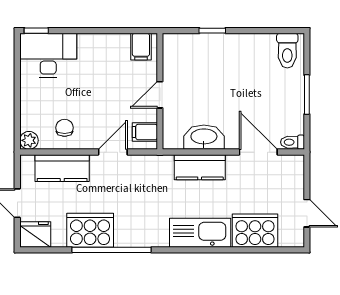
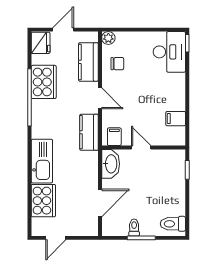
wall: (160, 91) -> (144, 148), moved
door: (160, 95) -> (141, 148), moved
filing cabinet: (145, 132) -> (114, 137), moved
toilet: (292, 142) -> (134, 228), moved
kitchen counter: (200, 167) -> (89, 132), moved

